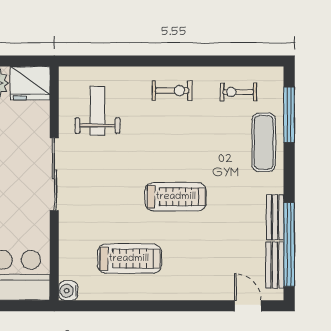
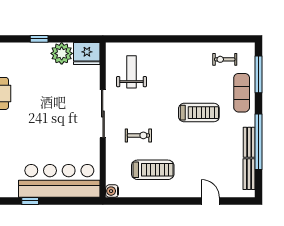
exercise bike: (172, 91) -> (138, 135), moved
treadmill: (176, 197) -> (199, 113), moved
window: (289, 245) -> (258, 142), moved
door: (248, 306) -> (211, 201), moved

